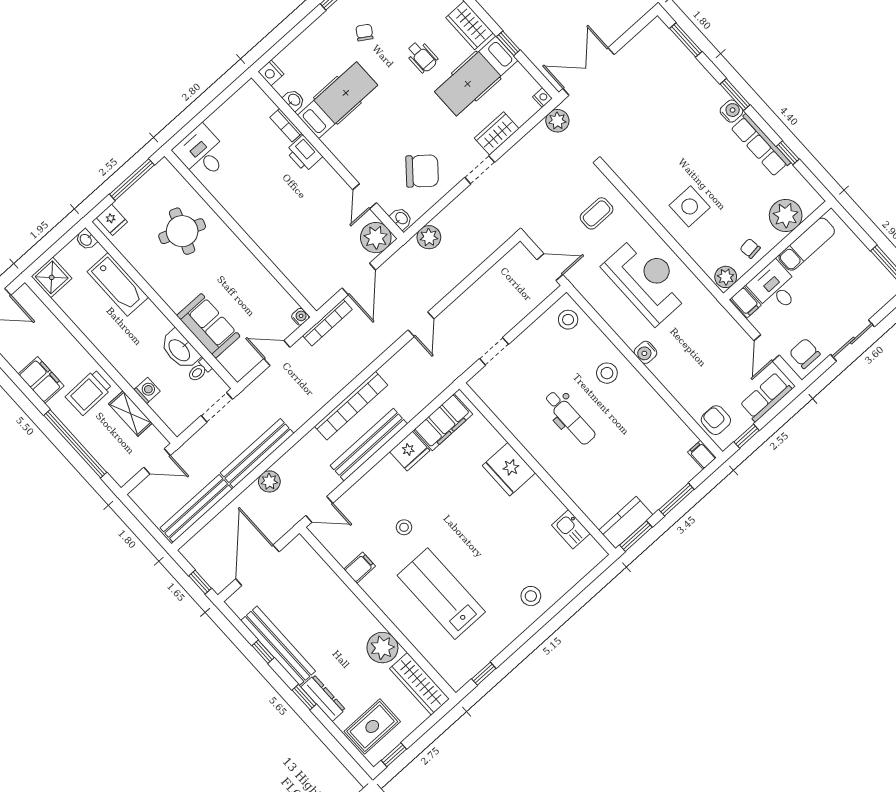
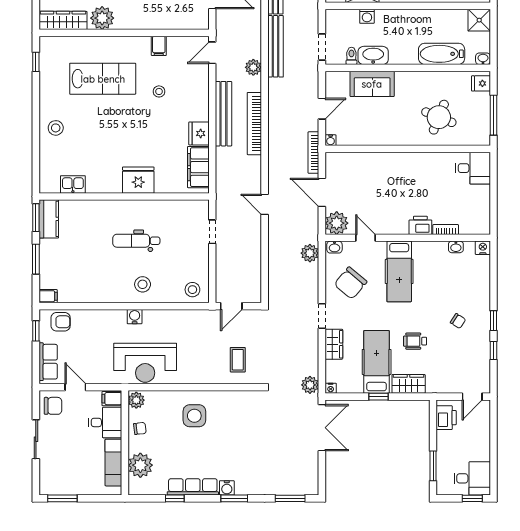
hospital bed: (337, 100) -> (399, 271), moved
reception desk: (647, 280) -> (145, 363), moved
plant: (269, 481) -> (253, 67), moved

